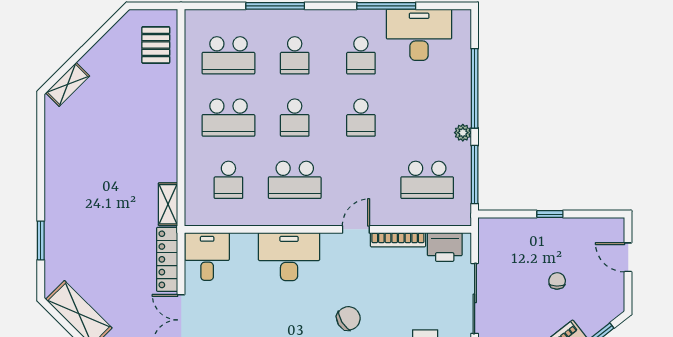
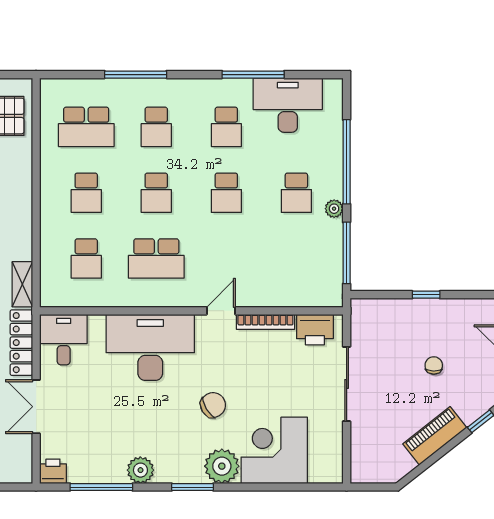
school desk: (228, 118) -> (86, 193), width x0.54
school desk: (427, 180) -> (296, 193), moved, width x0.54
desk: (289, 257) -> (150, 347), width x1.36, depth x1.30

